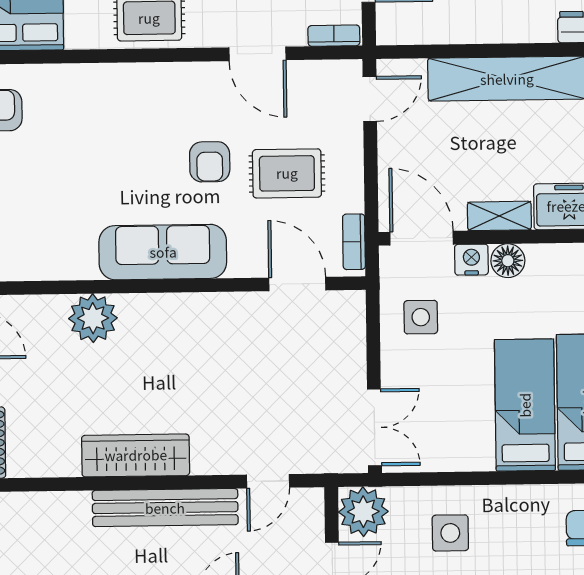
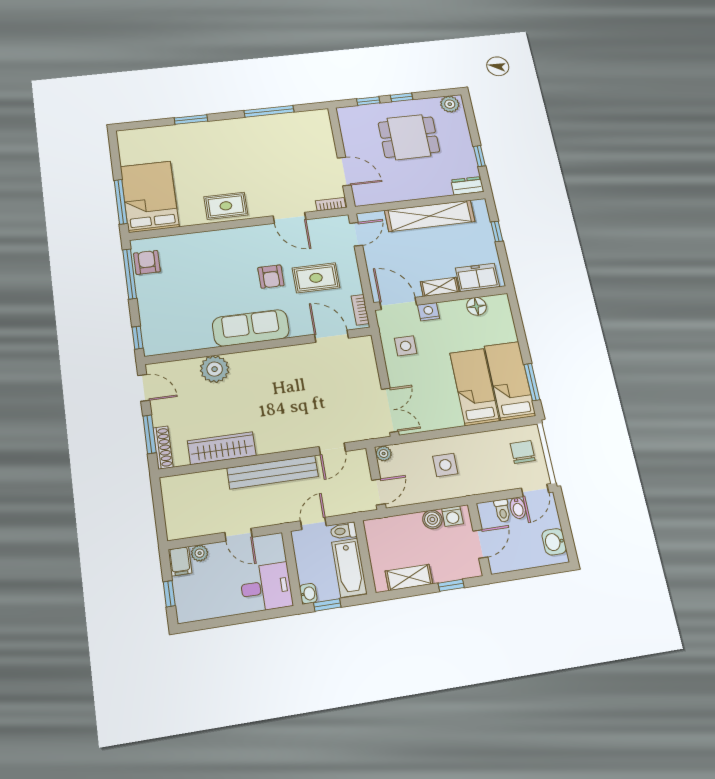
floor lamp: (508, 261) -> (476, 306), moved
wardrobe: (136, 455) -> (222, 448), moved
plant: (363, 512) -> (384, 453), width x0.53, depth x0.53

